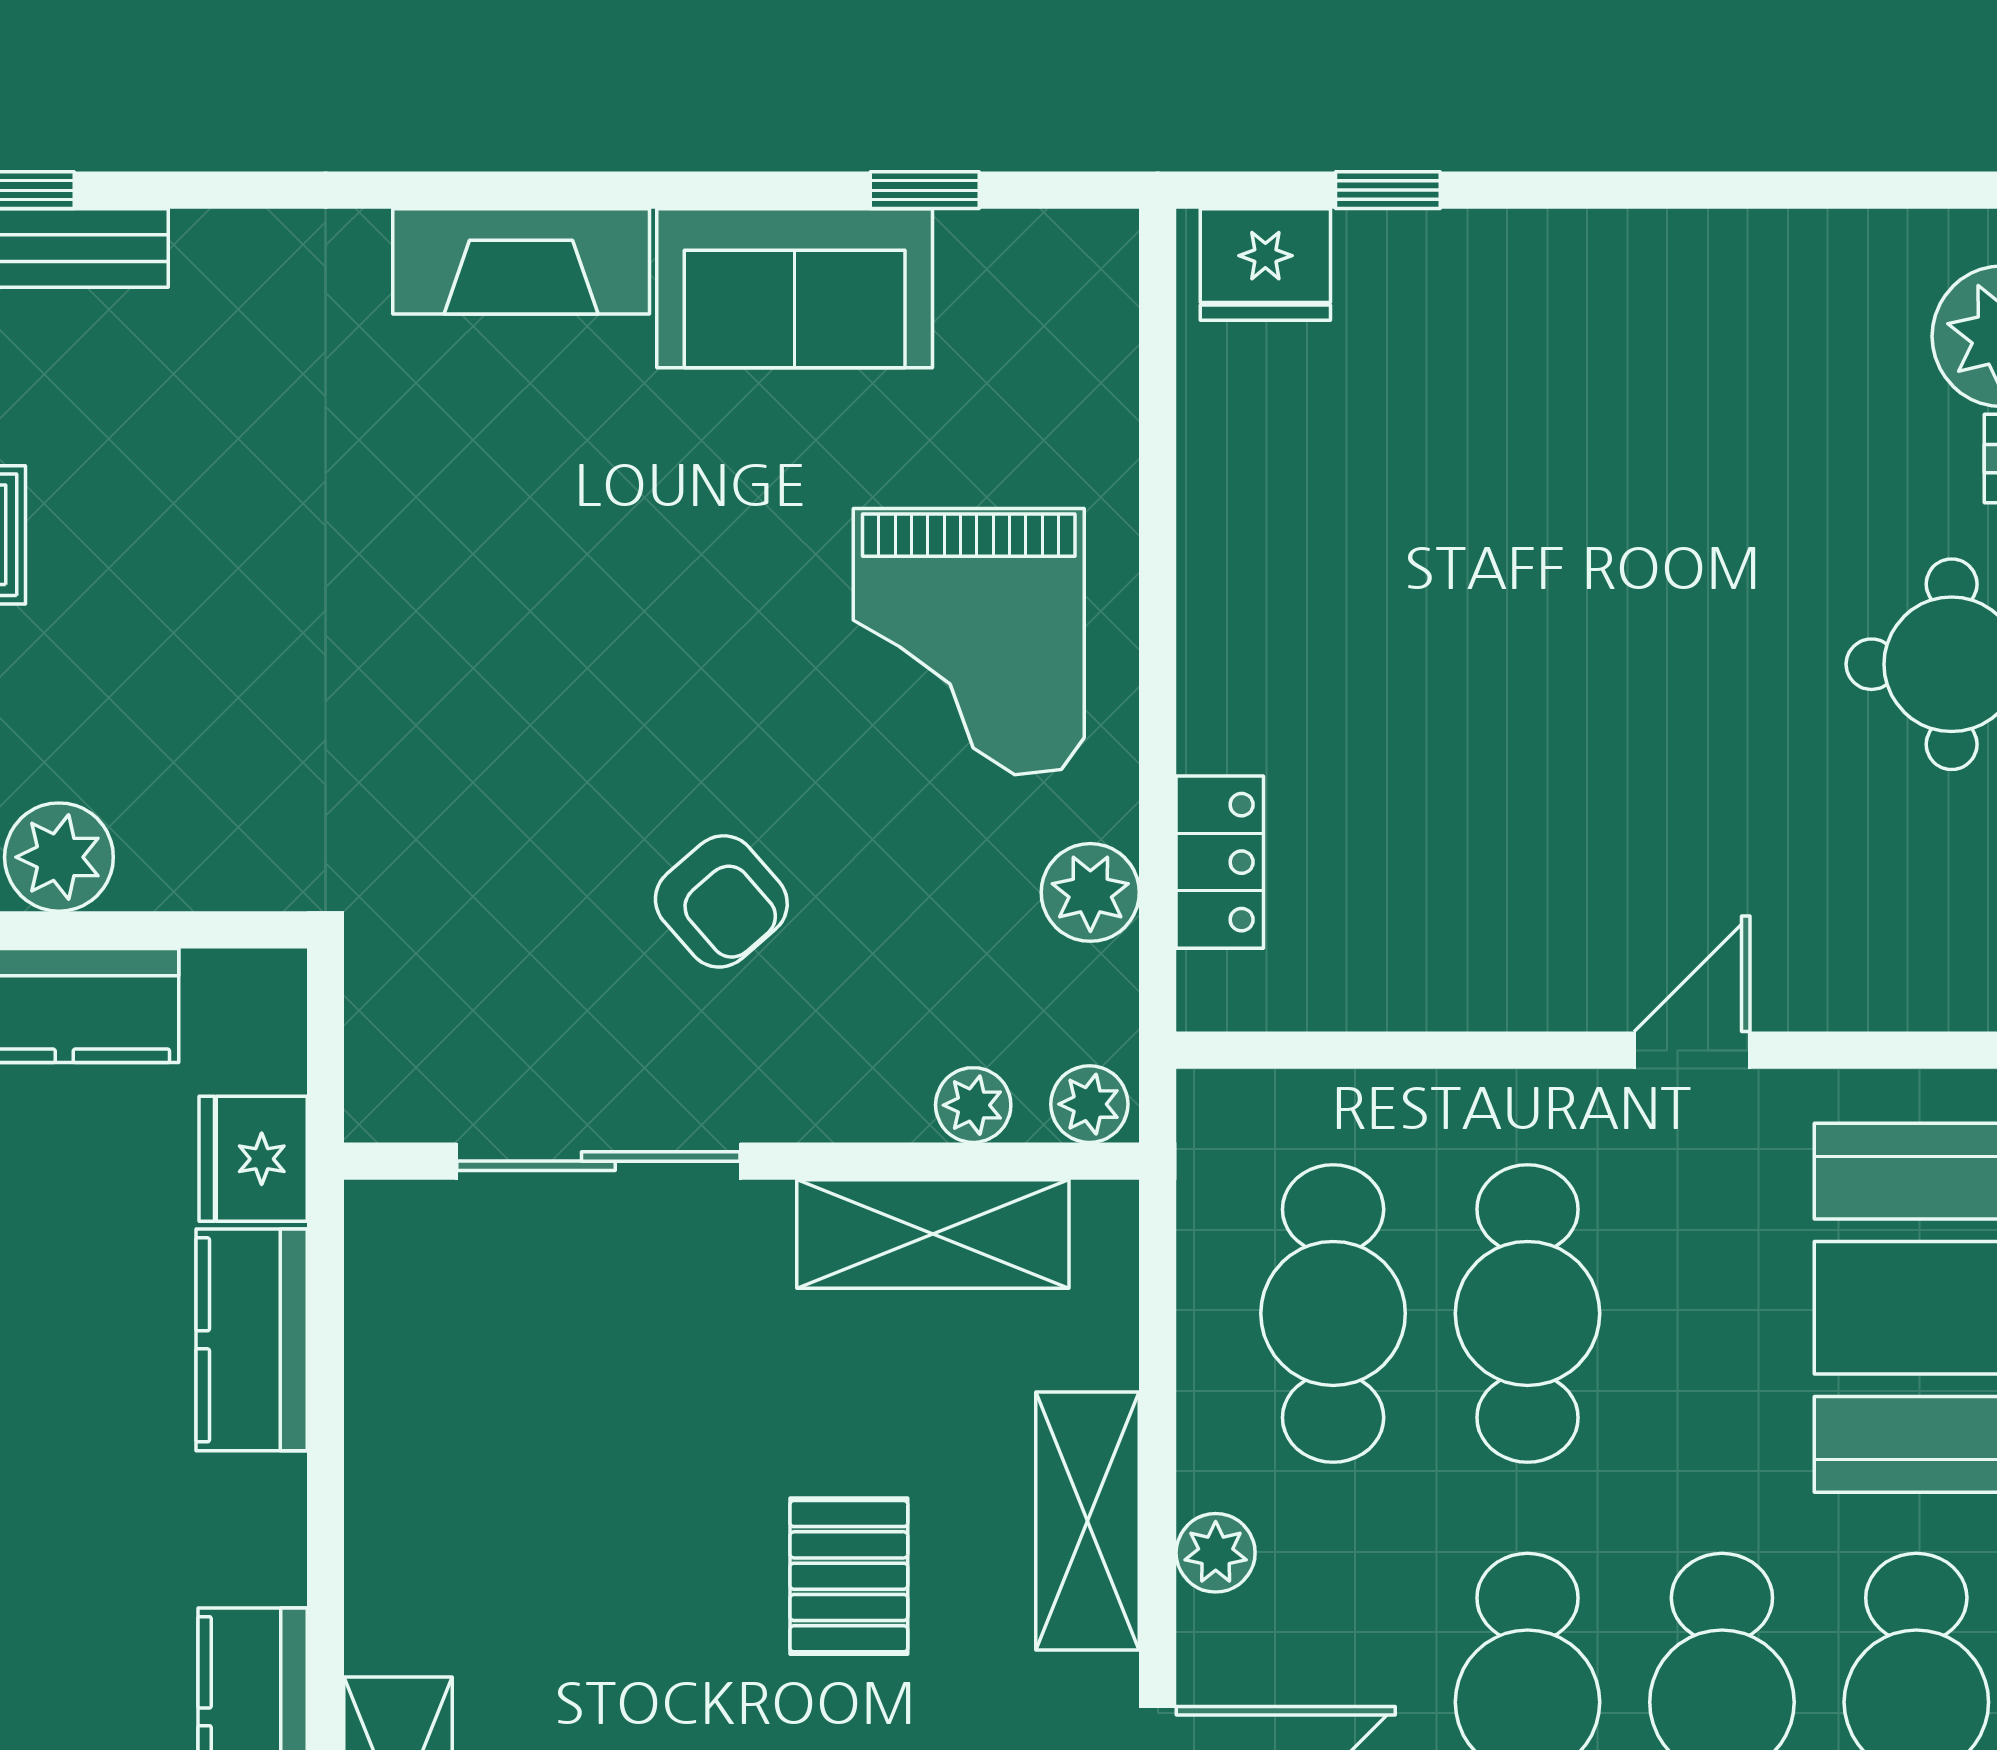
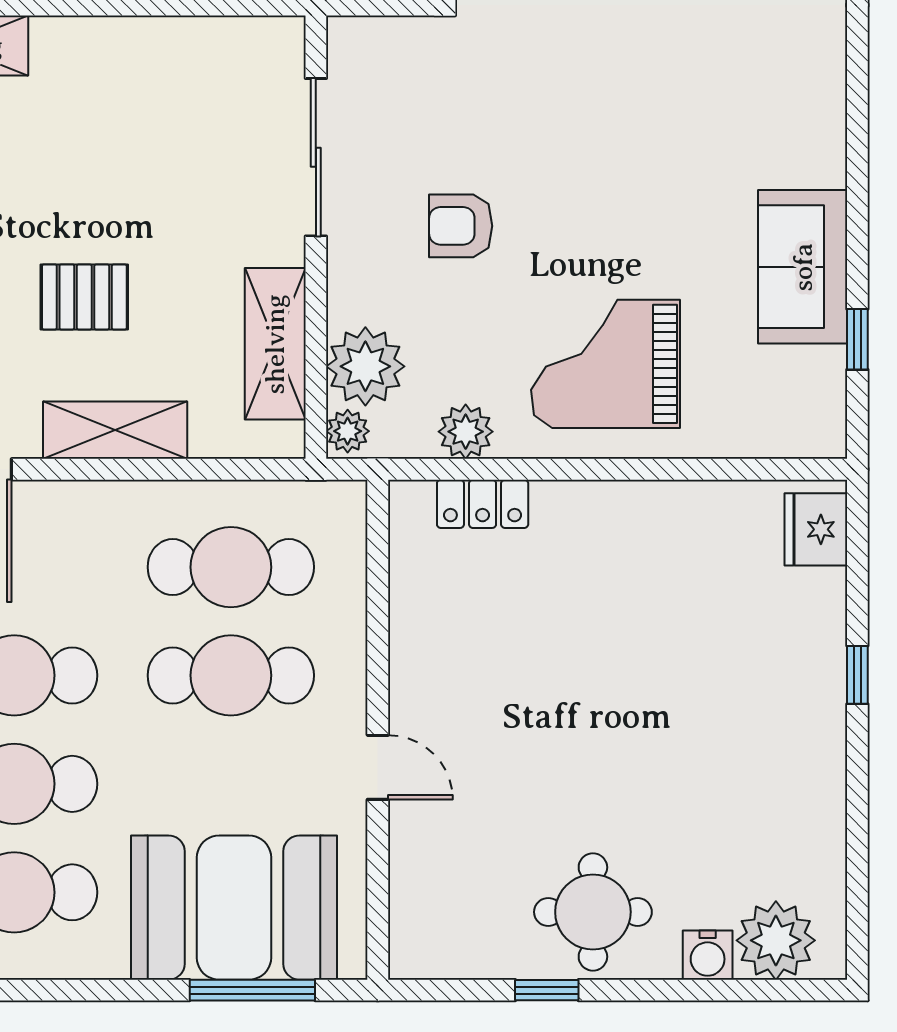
window: (1388, 190) -> (857, 675), moved
fireplace: (521, 261) -> (818, 114), removed
armchair: (721, 901) -> (461, 226), turned 41
plant: (973, 1105) -> (365, 366), width x1.87, depth x1.87
plant: (1216, 1553) -> (97, 502), removed

